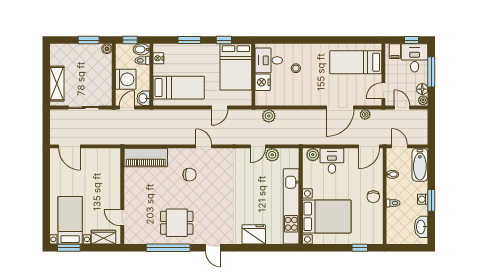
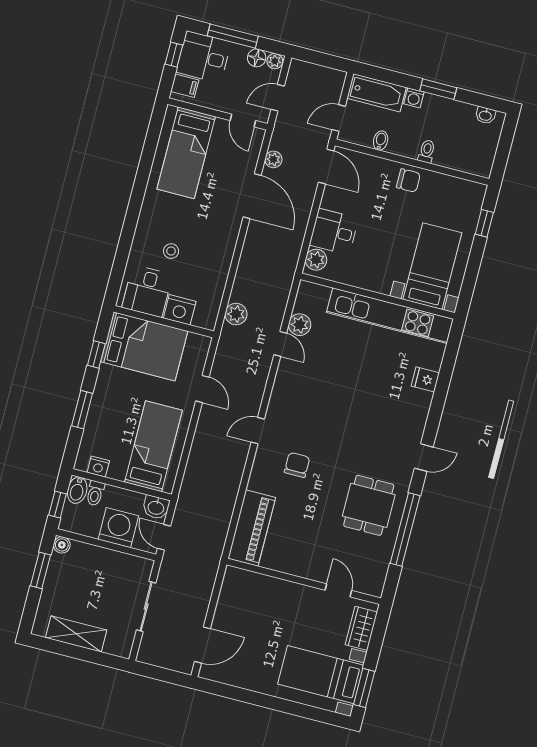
shelving: (57, 84) -> (76, 634), moved
washing machine: (423, 199) -> (414, 98), moved
bed with nightstands: (327, 216) -> (432, 266), width x0.73
door: (122, 218) -> (338, 590), swing flipped
washbasin: (421, 227) -> (485, 115), width x0.52, depth x0.69
fridge: (254, 234) -> (425, 379), width x0.53, depth x0.75

